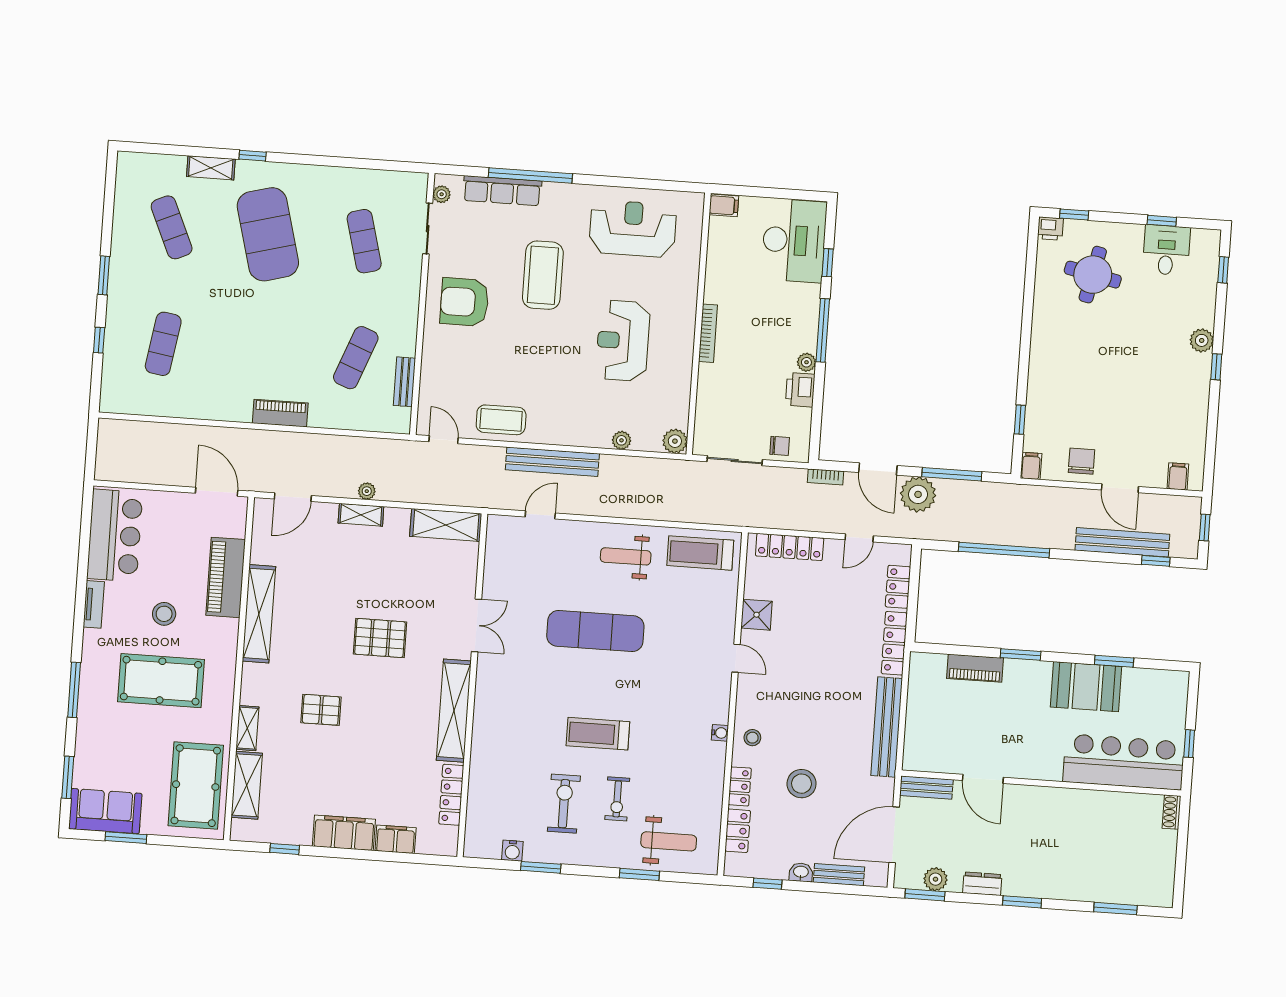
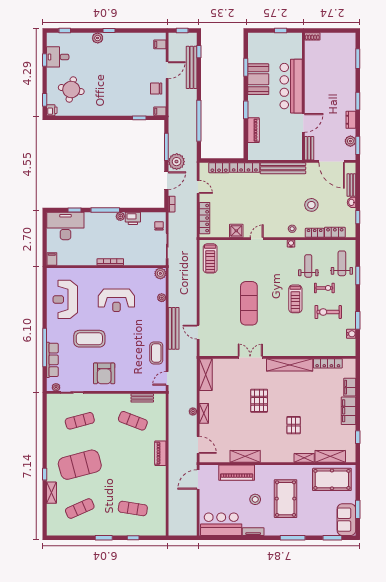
weight bench: (626, 556) -> (308, 266), moved, turned 180
shelving: (259, 614) -> (245, 456), width x0.68
bar counter: (1124, 762) -> (291, 86), moved

